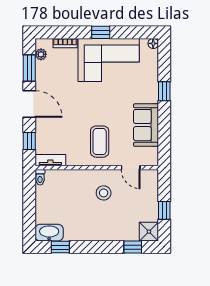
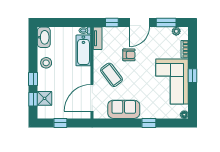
armchair: (73, 118) -> (129, 55), added
coffee table: (100, 142) -> (111, 75), turned 53
door: (131, 168) -> (92, 98), width x1.87
bathtub: (67, 179) -> (83, 50), added
stool: (104, 193) -> (46, 63), moved
shower: (149, 232) -> (45, 98), moved
window: (60, 247) -> (33, 79), moved

